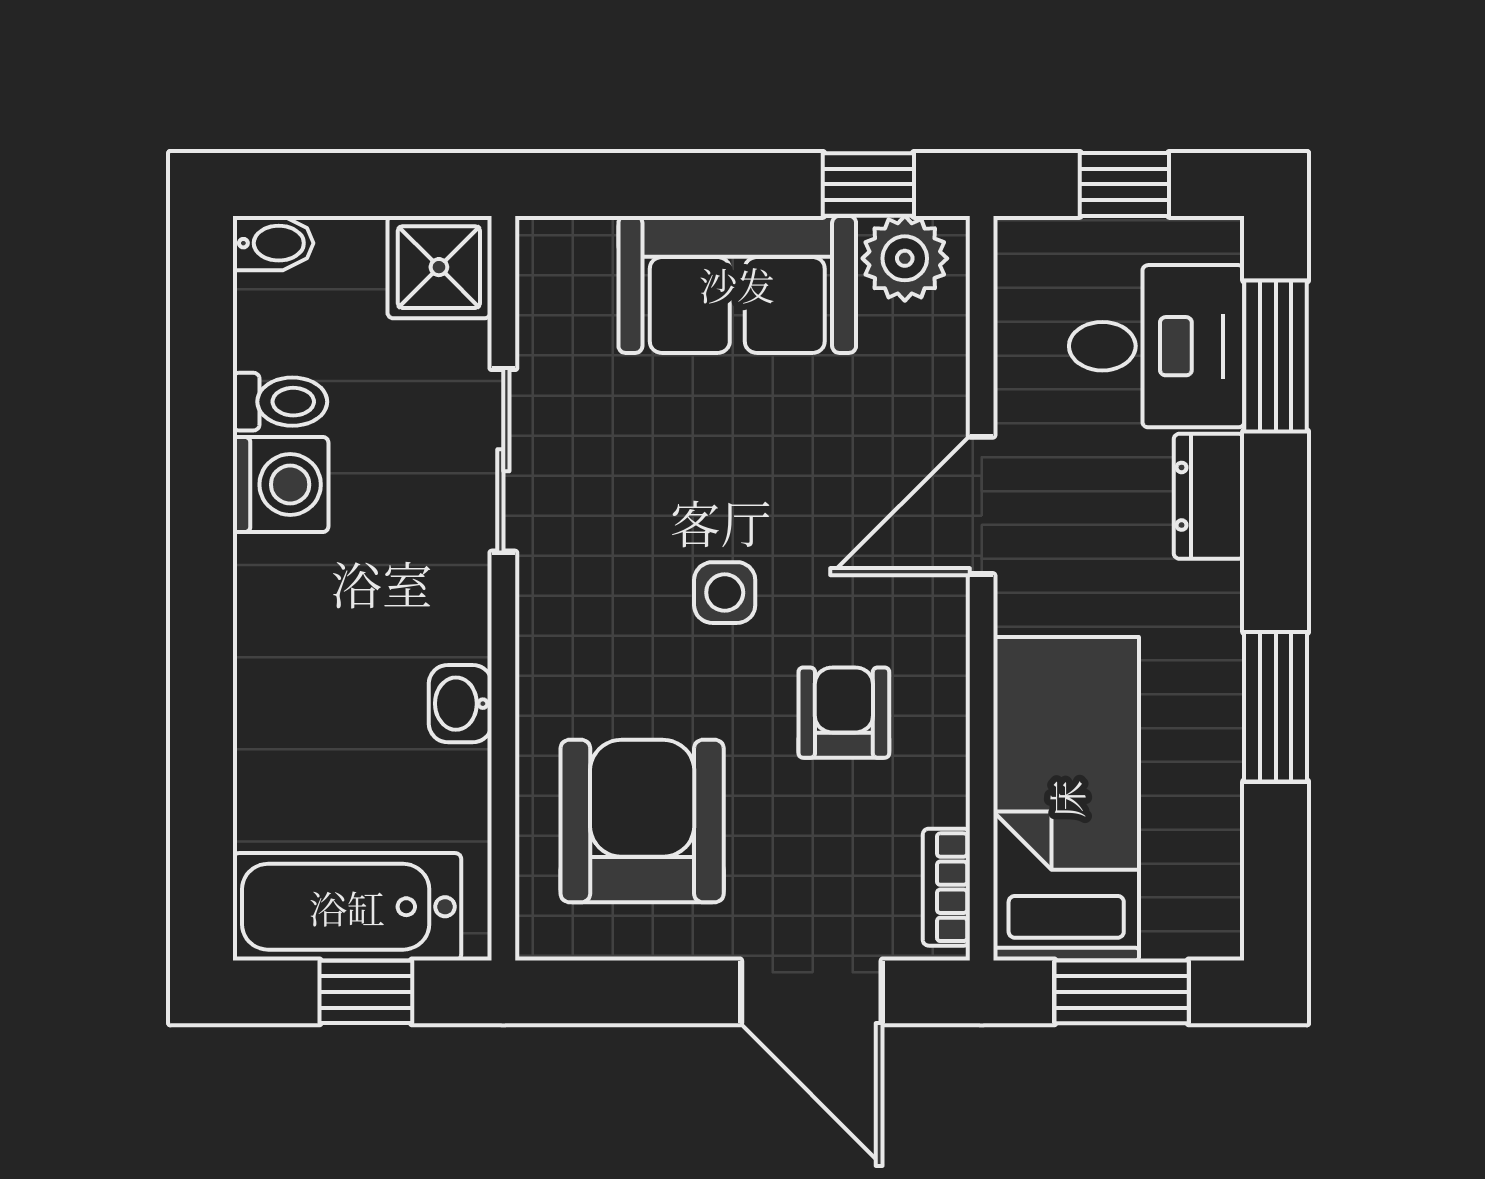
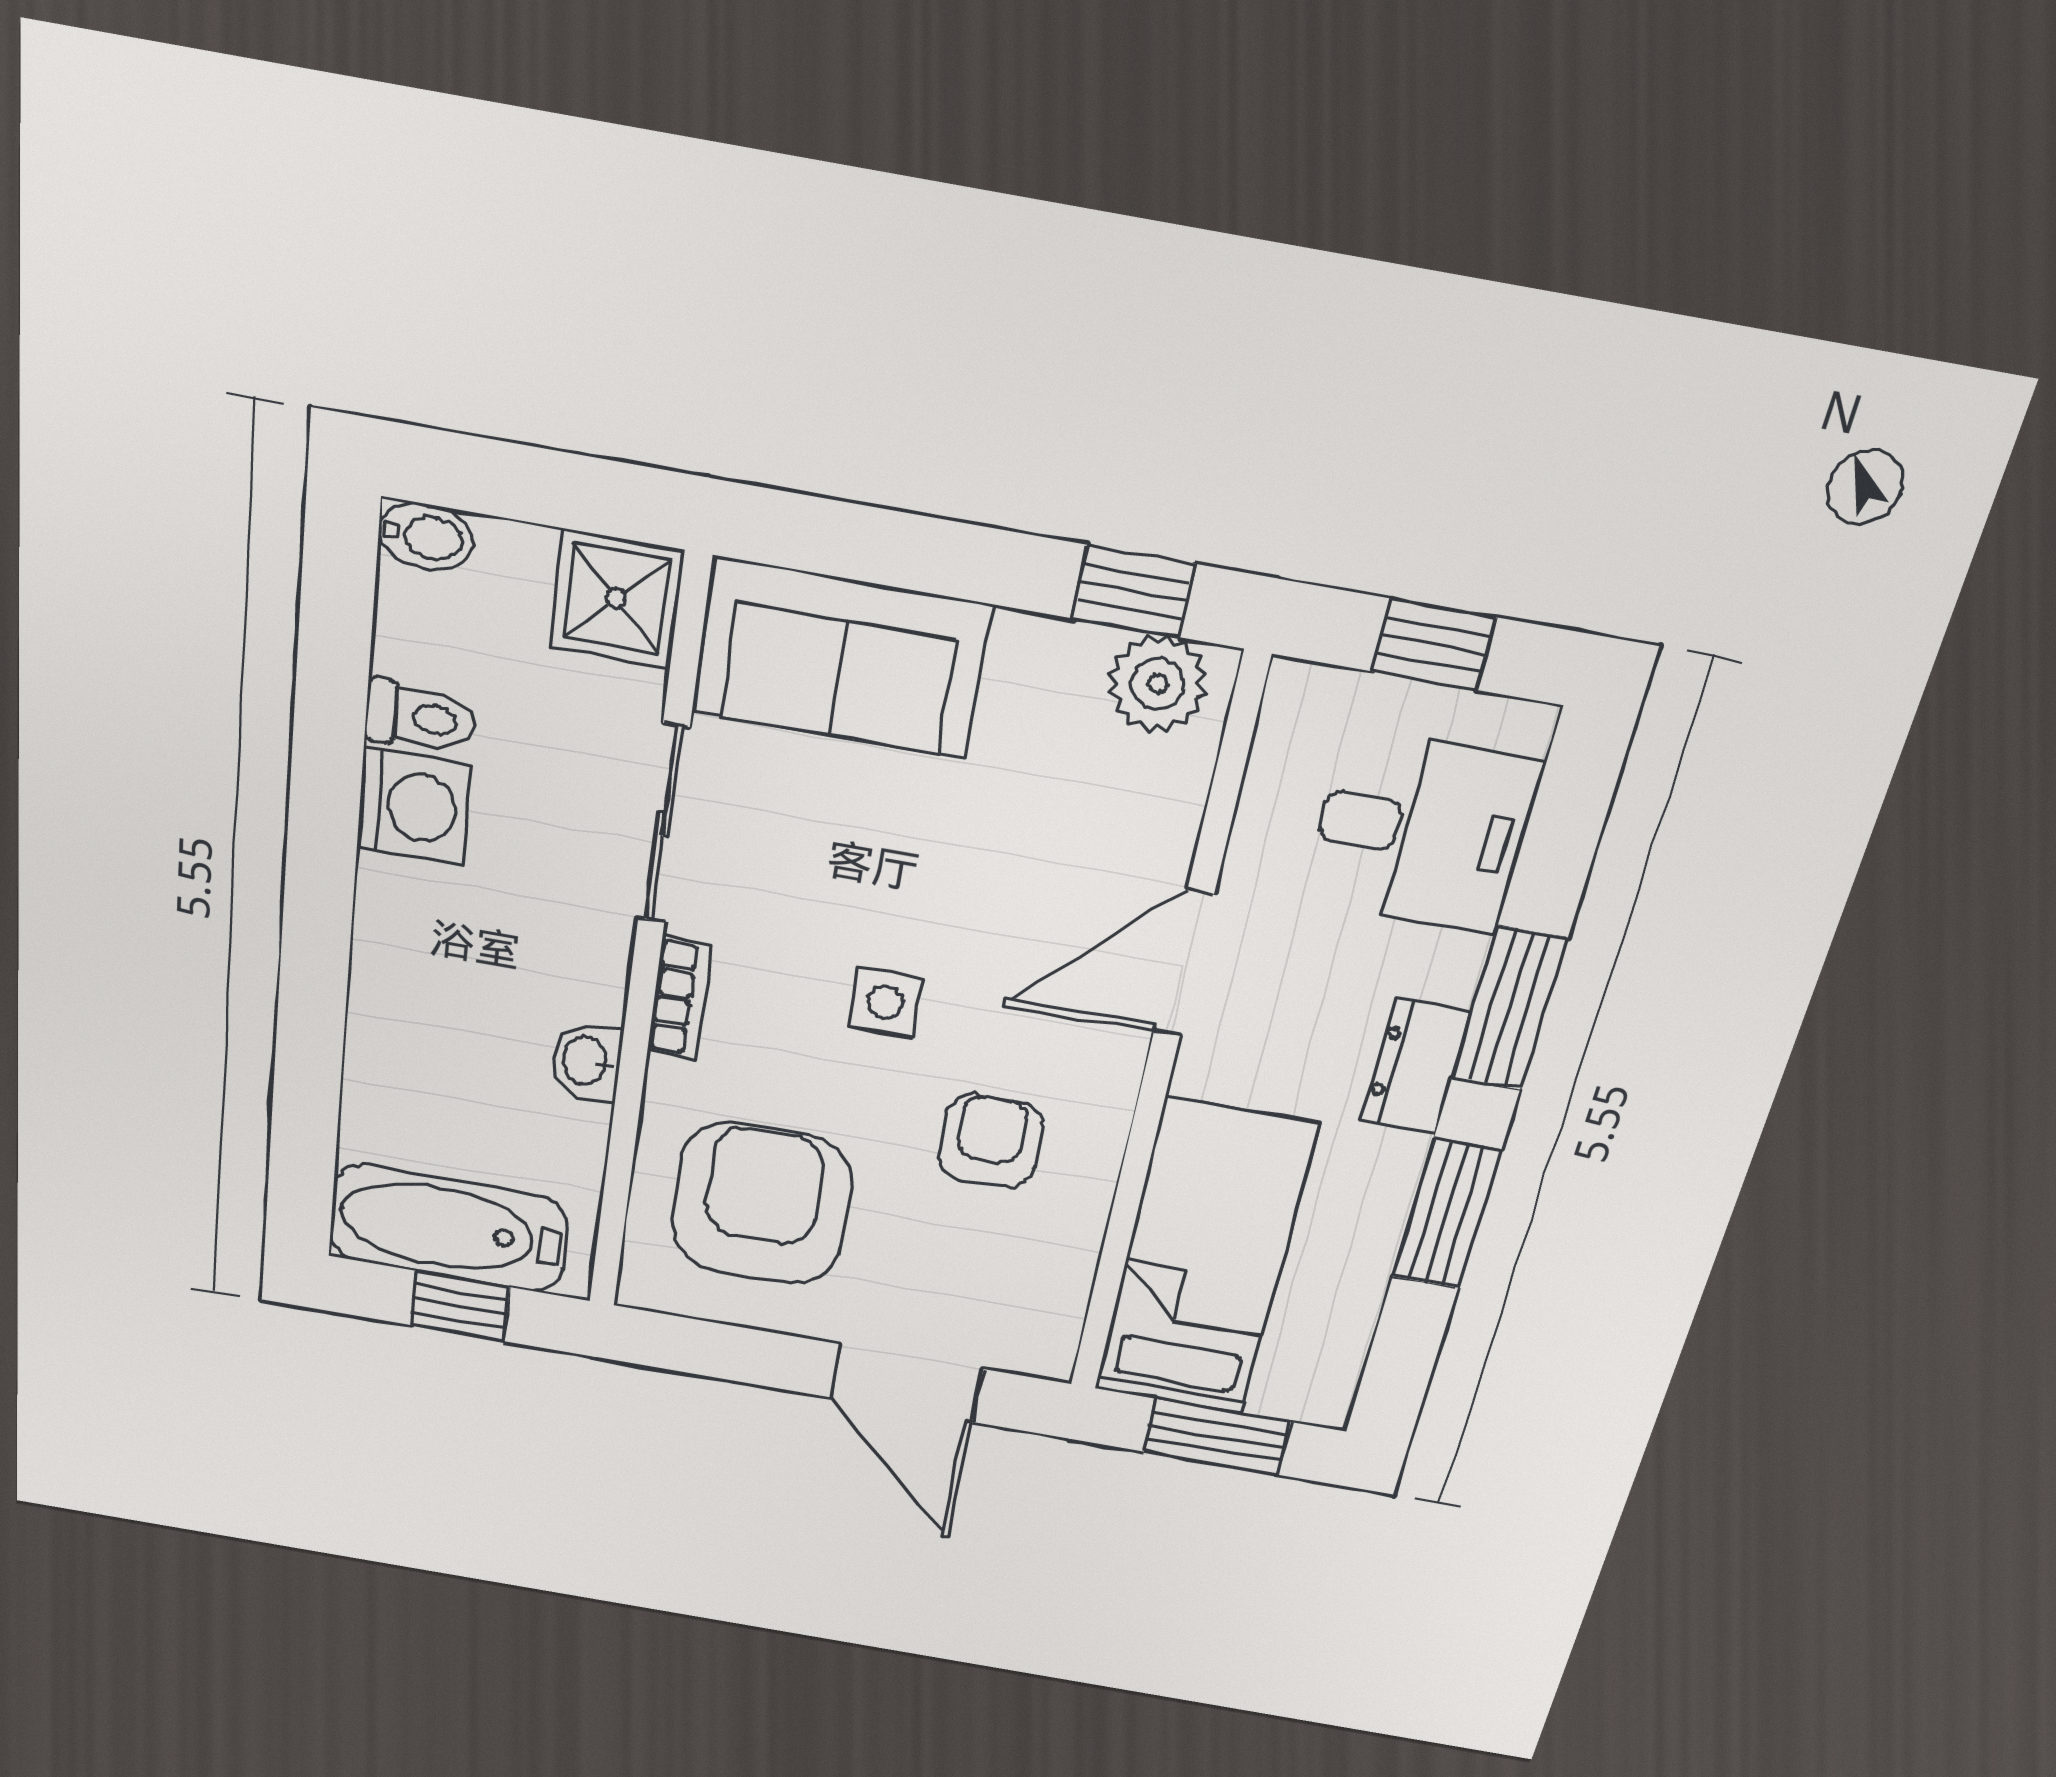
sofa: (737, 284) -> (842, 659), moved
window: (1276, 356) -> (1509, 1009), moved
dresser: (1209, 496) -> (1416, 1066), moved
bookcase: (946, 887) -> (680, 998), moved, turned 180

